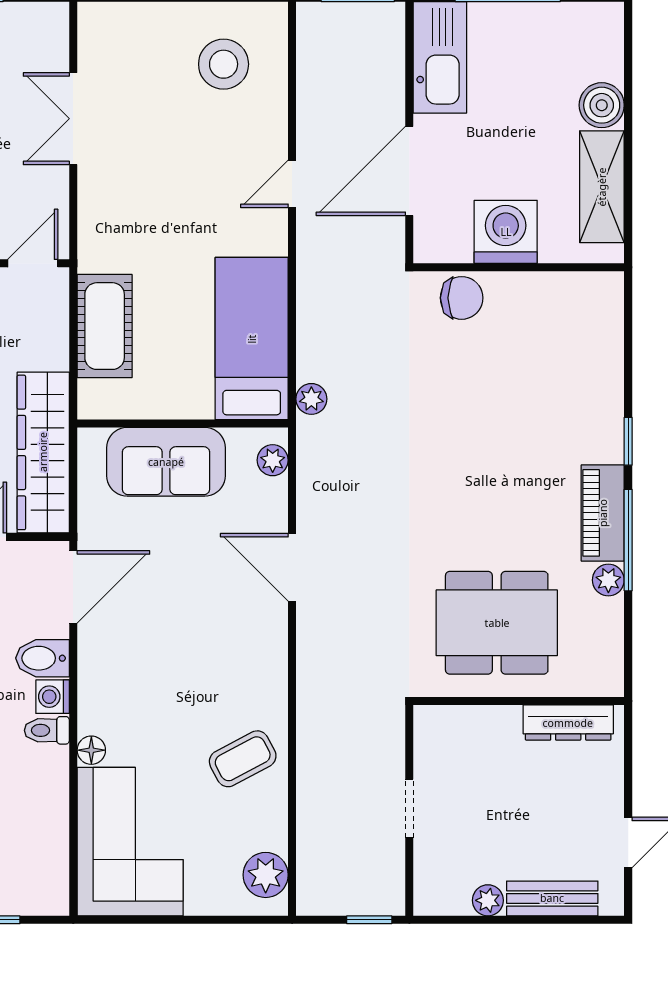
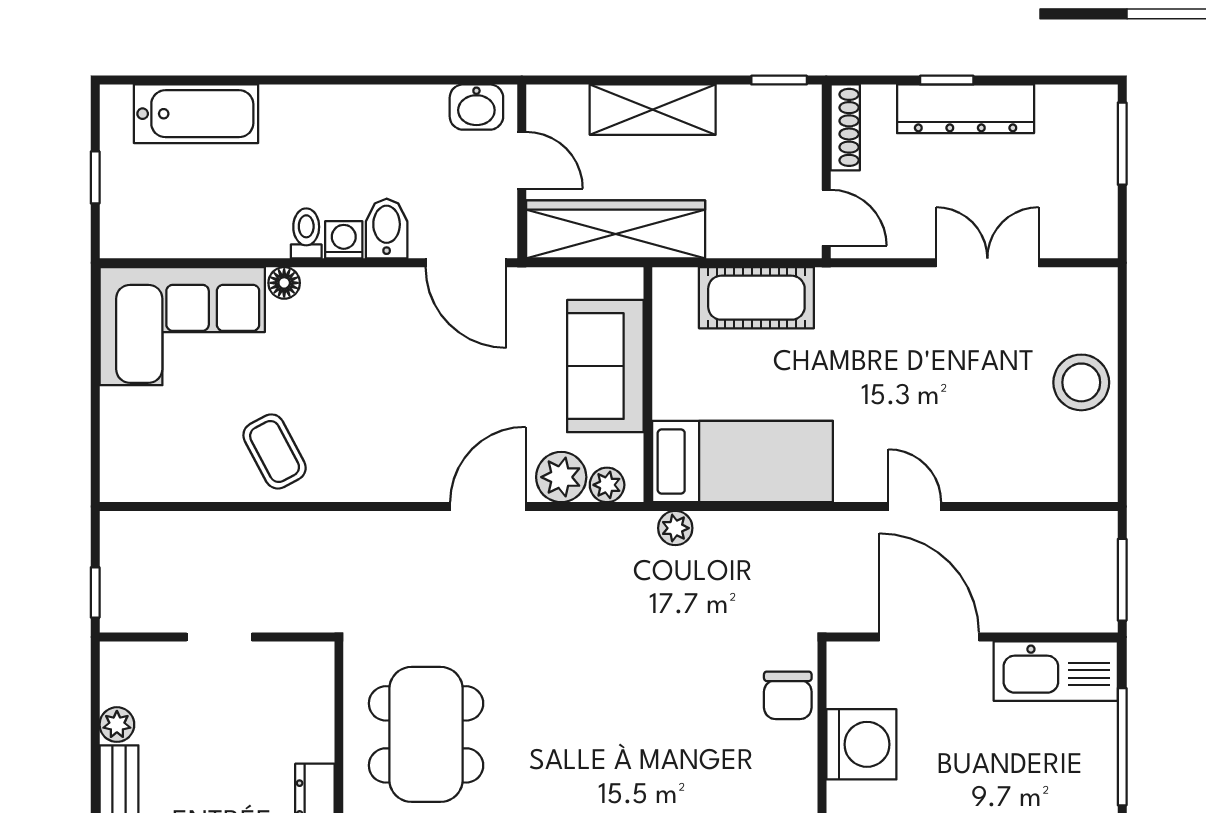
stool: (224, 64) -> (1081, 382), moved
plant: (266, 875) -> (561, 477), moved

